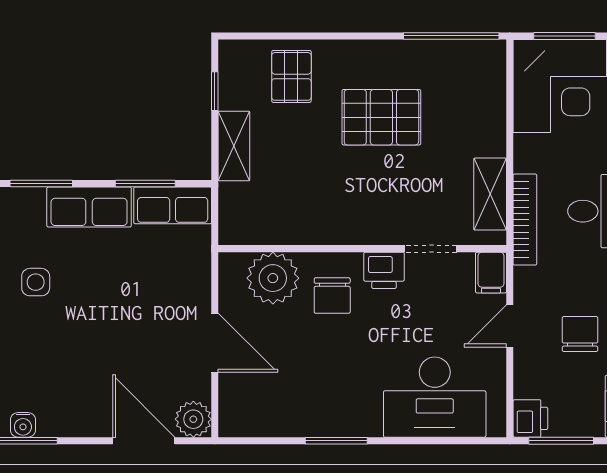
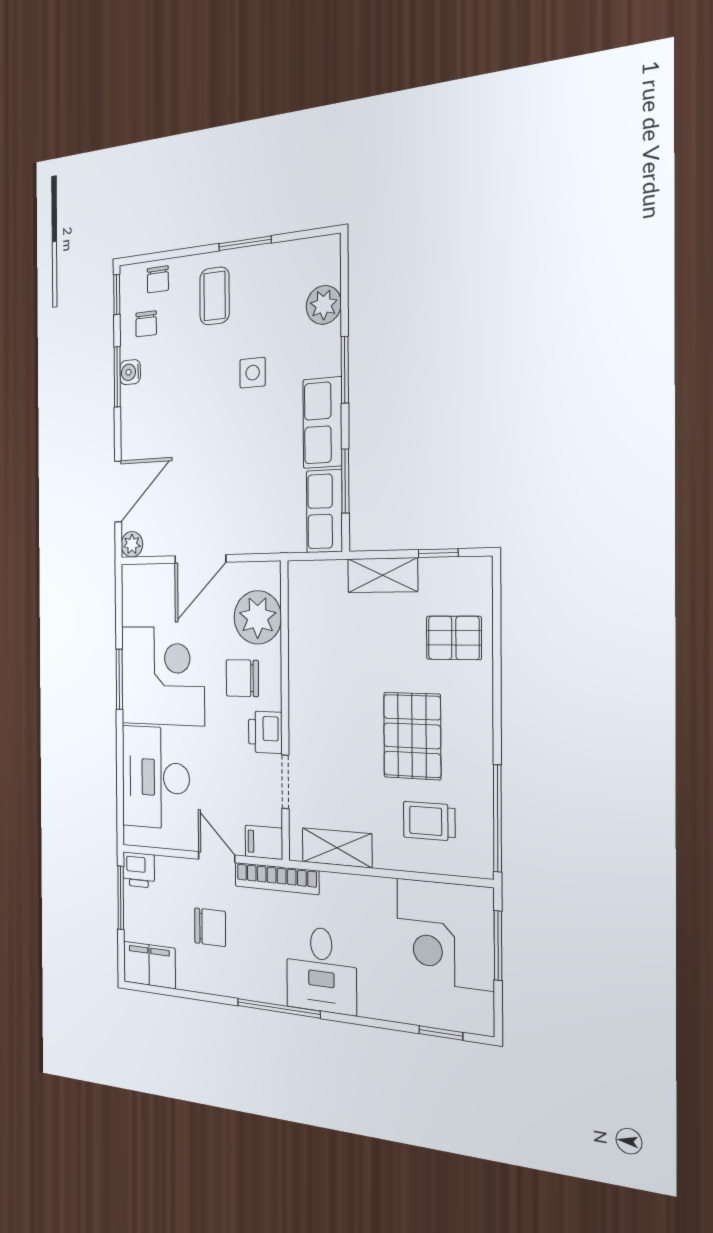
trolley: (458, 101) -> (429, 821), added
bookcase: (525, 220) -> (277, 878), moved
corner desk: (332, 388) -> (162, 676), added
plant: (193, 419) -> (132, 544), width x0.73, depth x0.73

